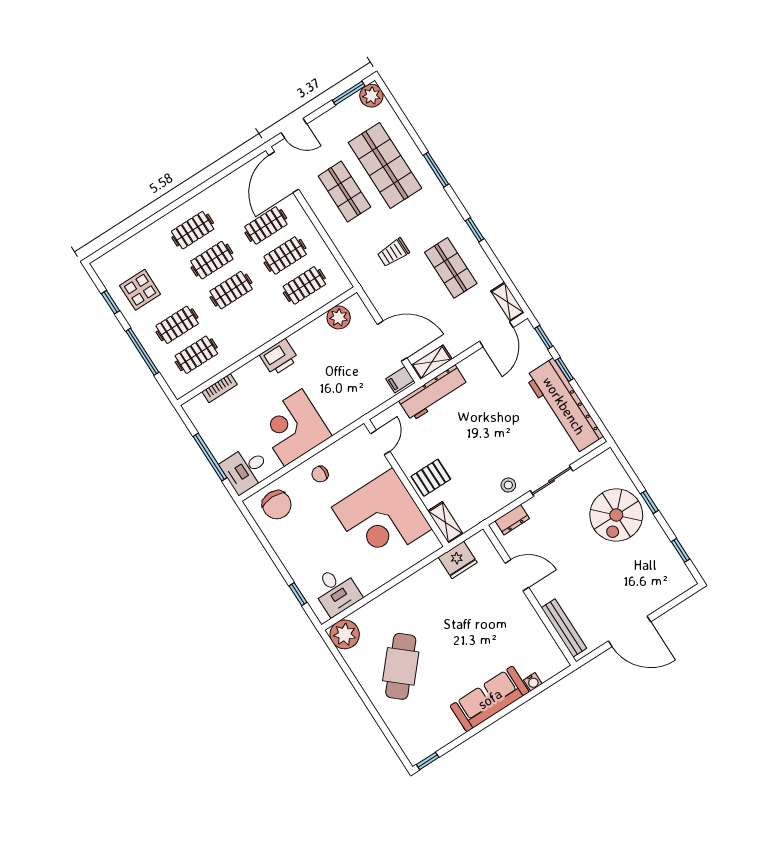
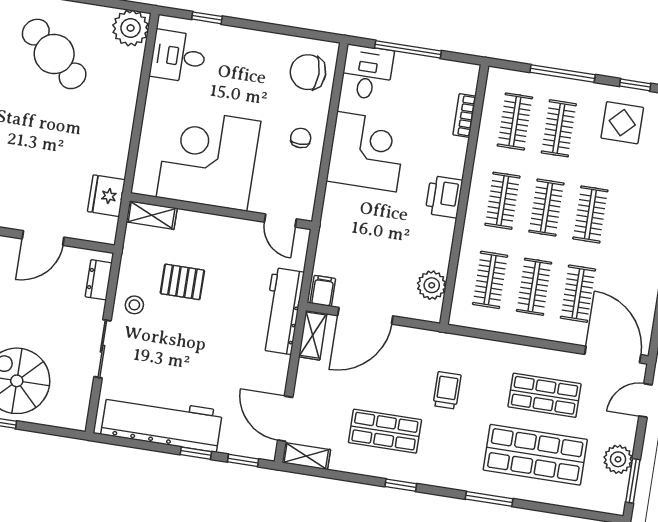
plant: (371, 96) -> (618, 459), moved
clothes rail: (193, 230) -> (502, 201), moved
pallet: (431, 478) -> (182, 282), moved, turned 90

